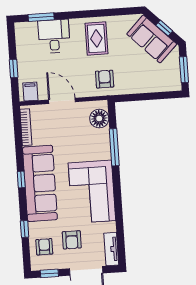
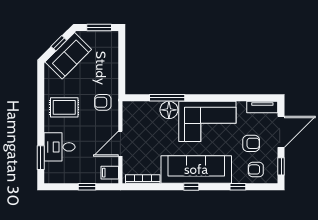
floor lamp: (99, 119) -> (169, 110), moved

